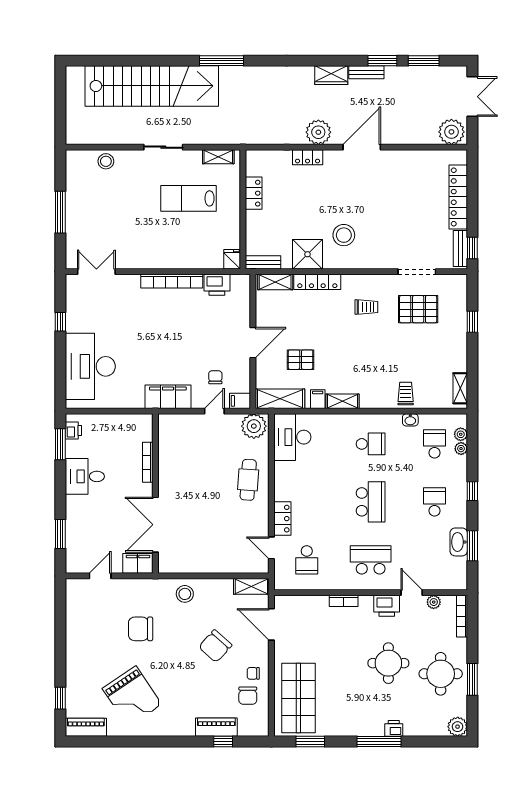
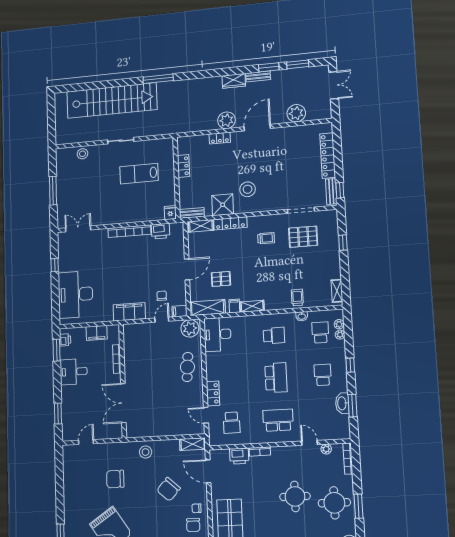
plant: (451, 132) -> (296, 113), moved
shelving: (218, 157) -> (158, 144), removed
filing cabinet: (138, 563) -> (97, 333), moved, turned 180
printer: (387, 606) -> (239, 456), moved

